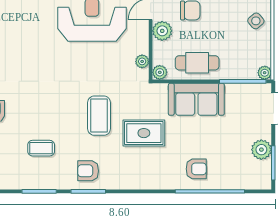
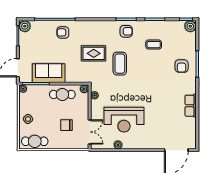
plant: (162, 31) -> (83, 113), removed
sofa: (196, 99) -> (49, 73), moved
plant: (261, 150) -> (25, 26), moved

